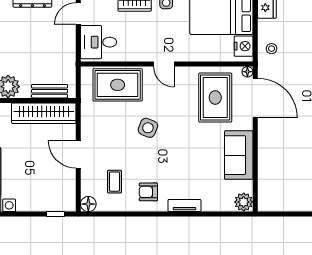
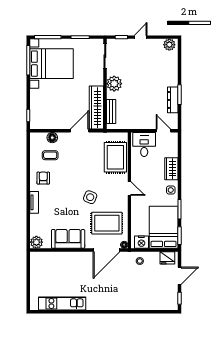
door: (164, 64) -> (129, 188), swing flipped
side table: (148, 128) -> (90, 197), moved
door: (78, 154) -> (80, 131), moved
floor lamp: (88, 204) -> (52, 138), moved

